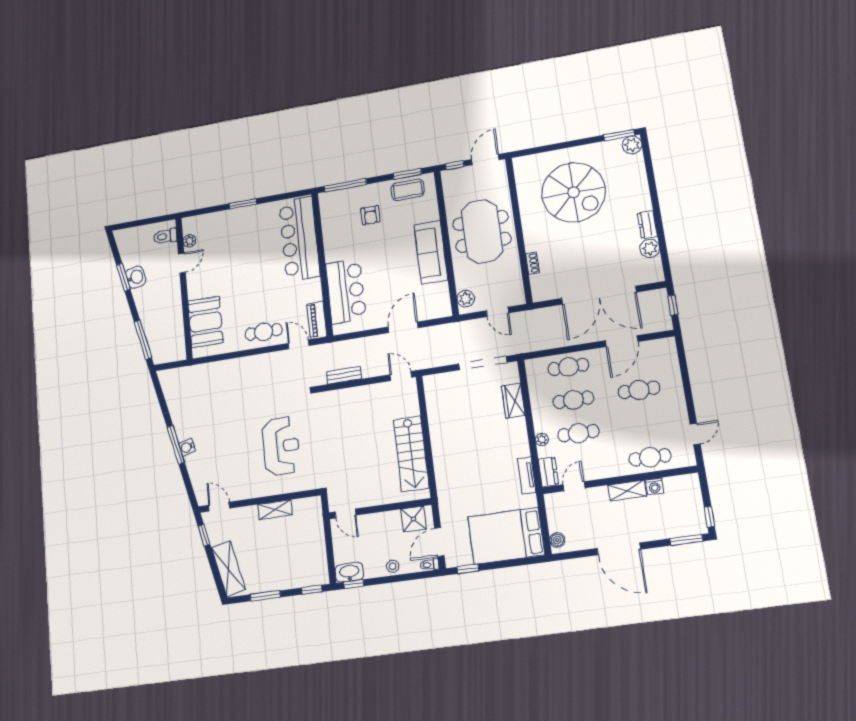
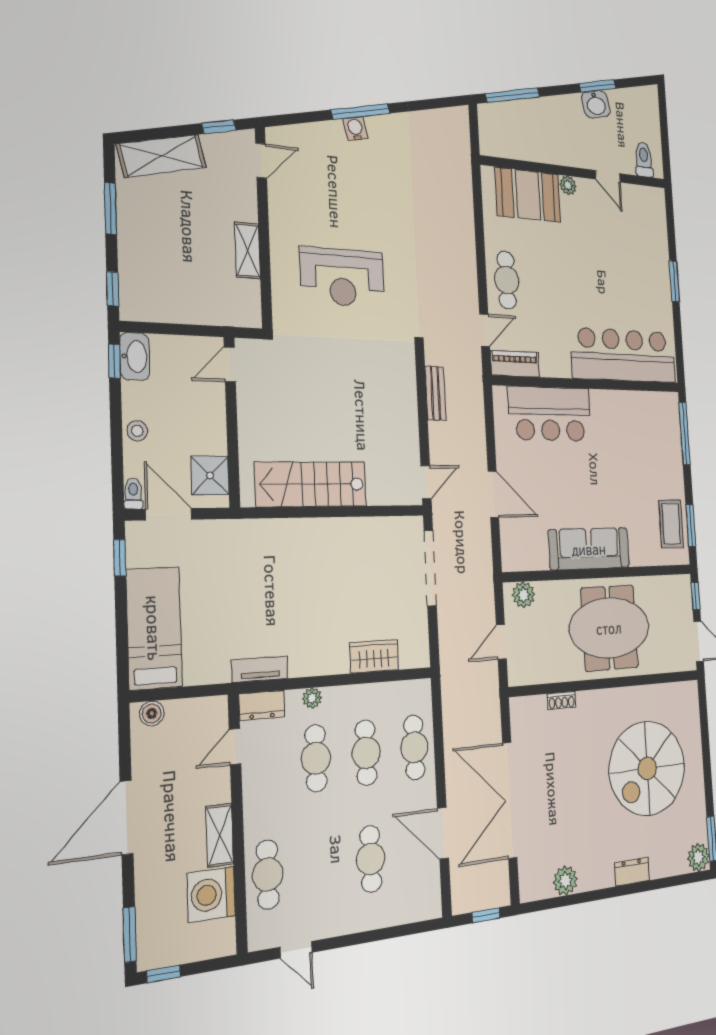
armchair: (370, 215) -> (644, 465), removed
dresser: (647, 225) -> (632, 872), moved
plant: (189, 241) -> (568, 185), moved
doorway: (483, 363) -> (430, 568), moved
door: (574, 486) -> (235, 747), swing flipped
washing machine: (654, 486) -> (211, 894), width x1.89, depth x1.89
bed: (506, 536) -> (154, 628), width x0.67

